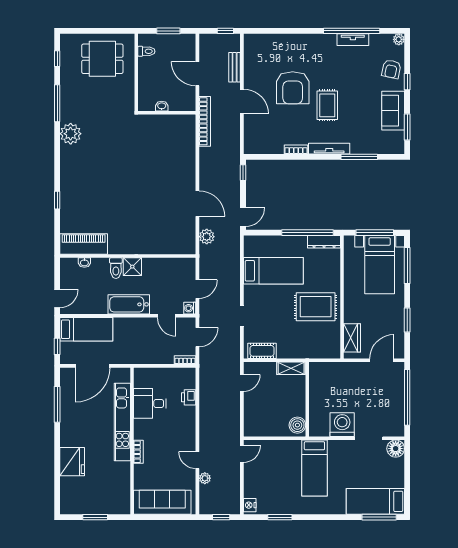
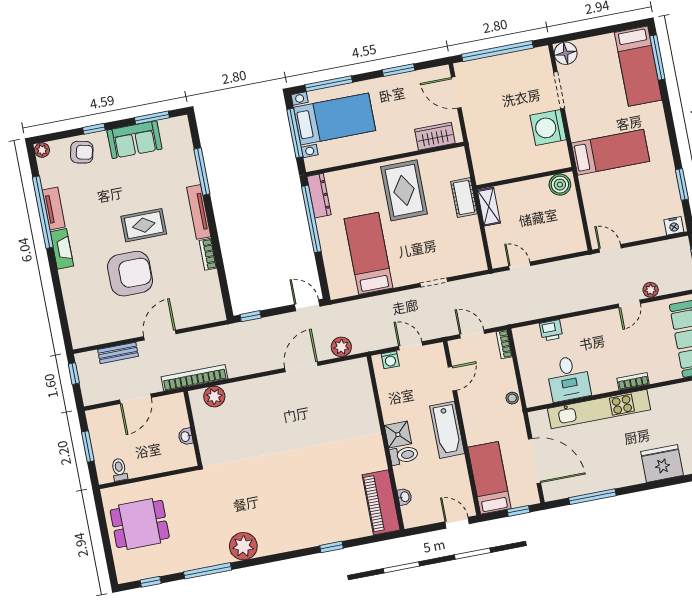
fireplace: (321, 40) -> (62, 249), added
dining table: (102, 59) -> (140, 524), turned 90
plant: (188, 134) -> (214, 397), added
washing machine: (190, 308) -> (390, 360), moved
cot: (262, 351) -> (464, 198), moved
stool: (143, 358) -> (512, 398), added

